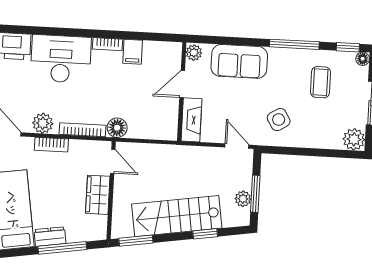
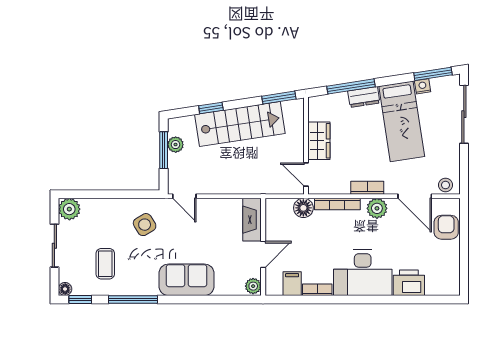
plant: (194, 53) -> (253, 286), moved
door: (182, 84) -> (263, 254), moved
wall: (182, 92) -> (263, 247), moved
fireplace: (191, 120) -> (252, 220), moved

